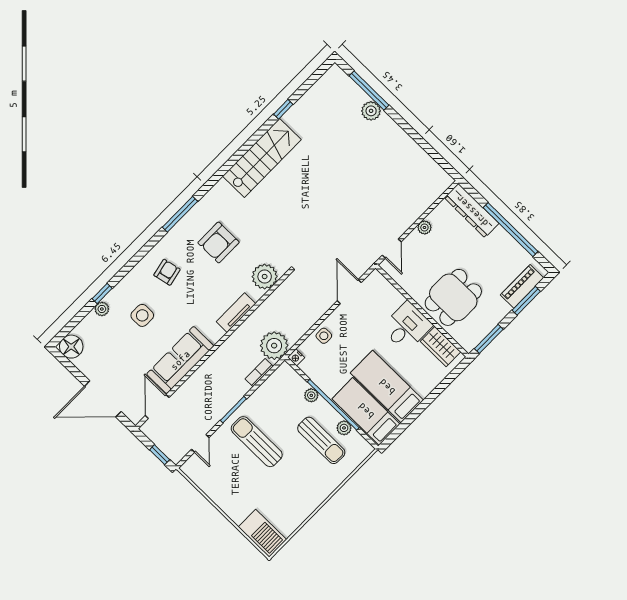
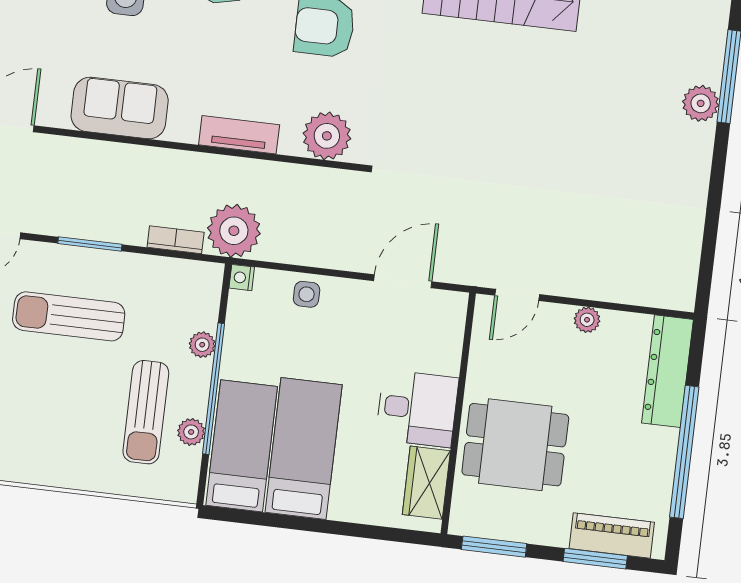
sofa: (180, 360) -> (120, 108), width x0.73
sun lounger: (257, 442) -> (69, 316), turned -90

